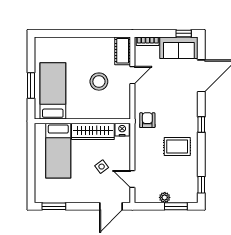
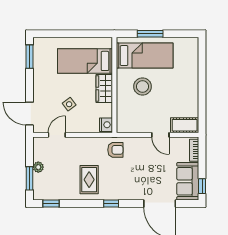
stool: (99, 82) -> (143, 86), moved
wardrobe: (93, 131) -> (104, 88), width x0.67

